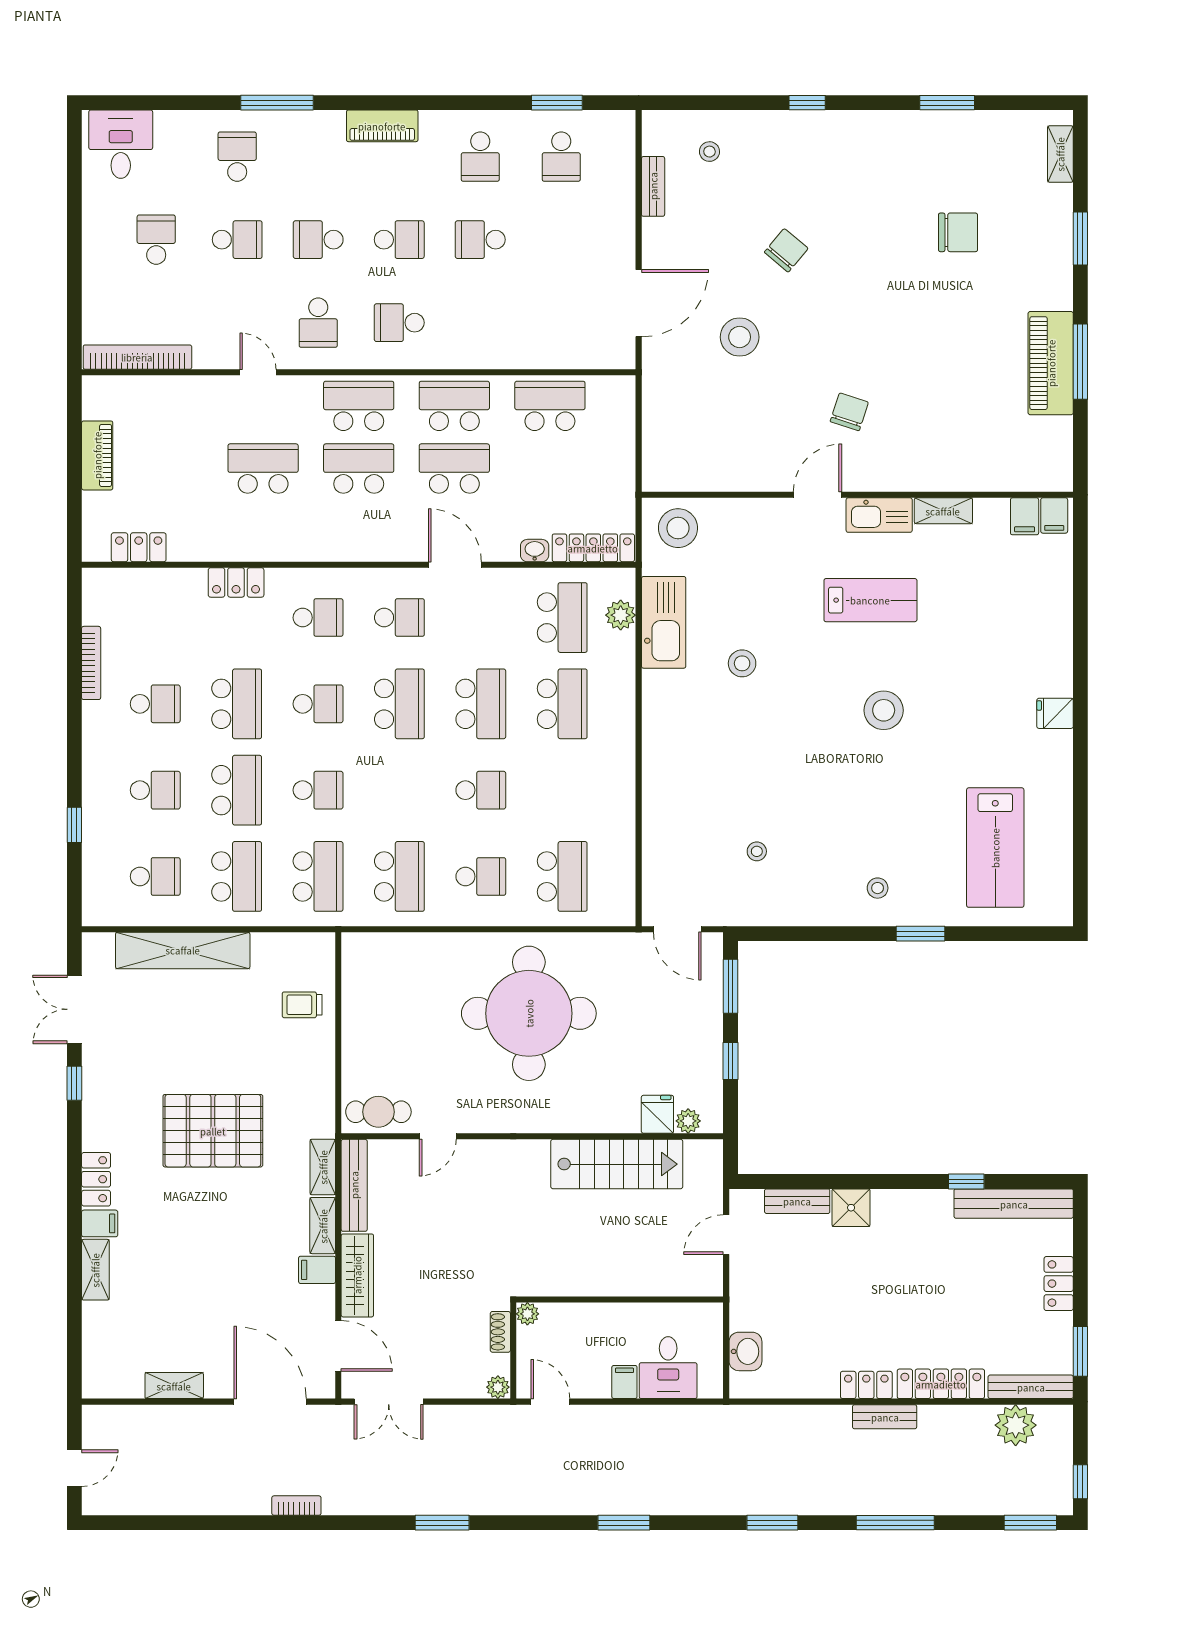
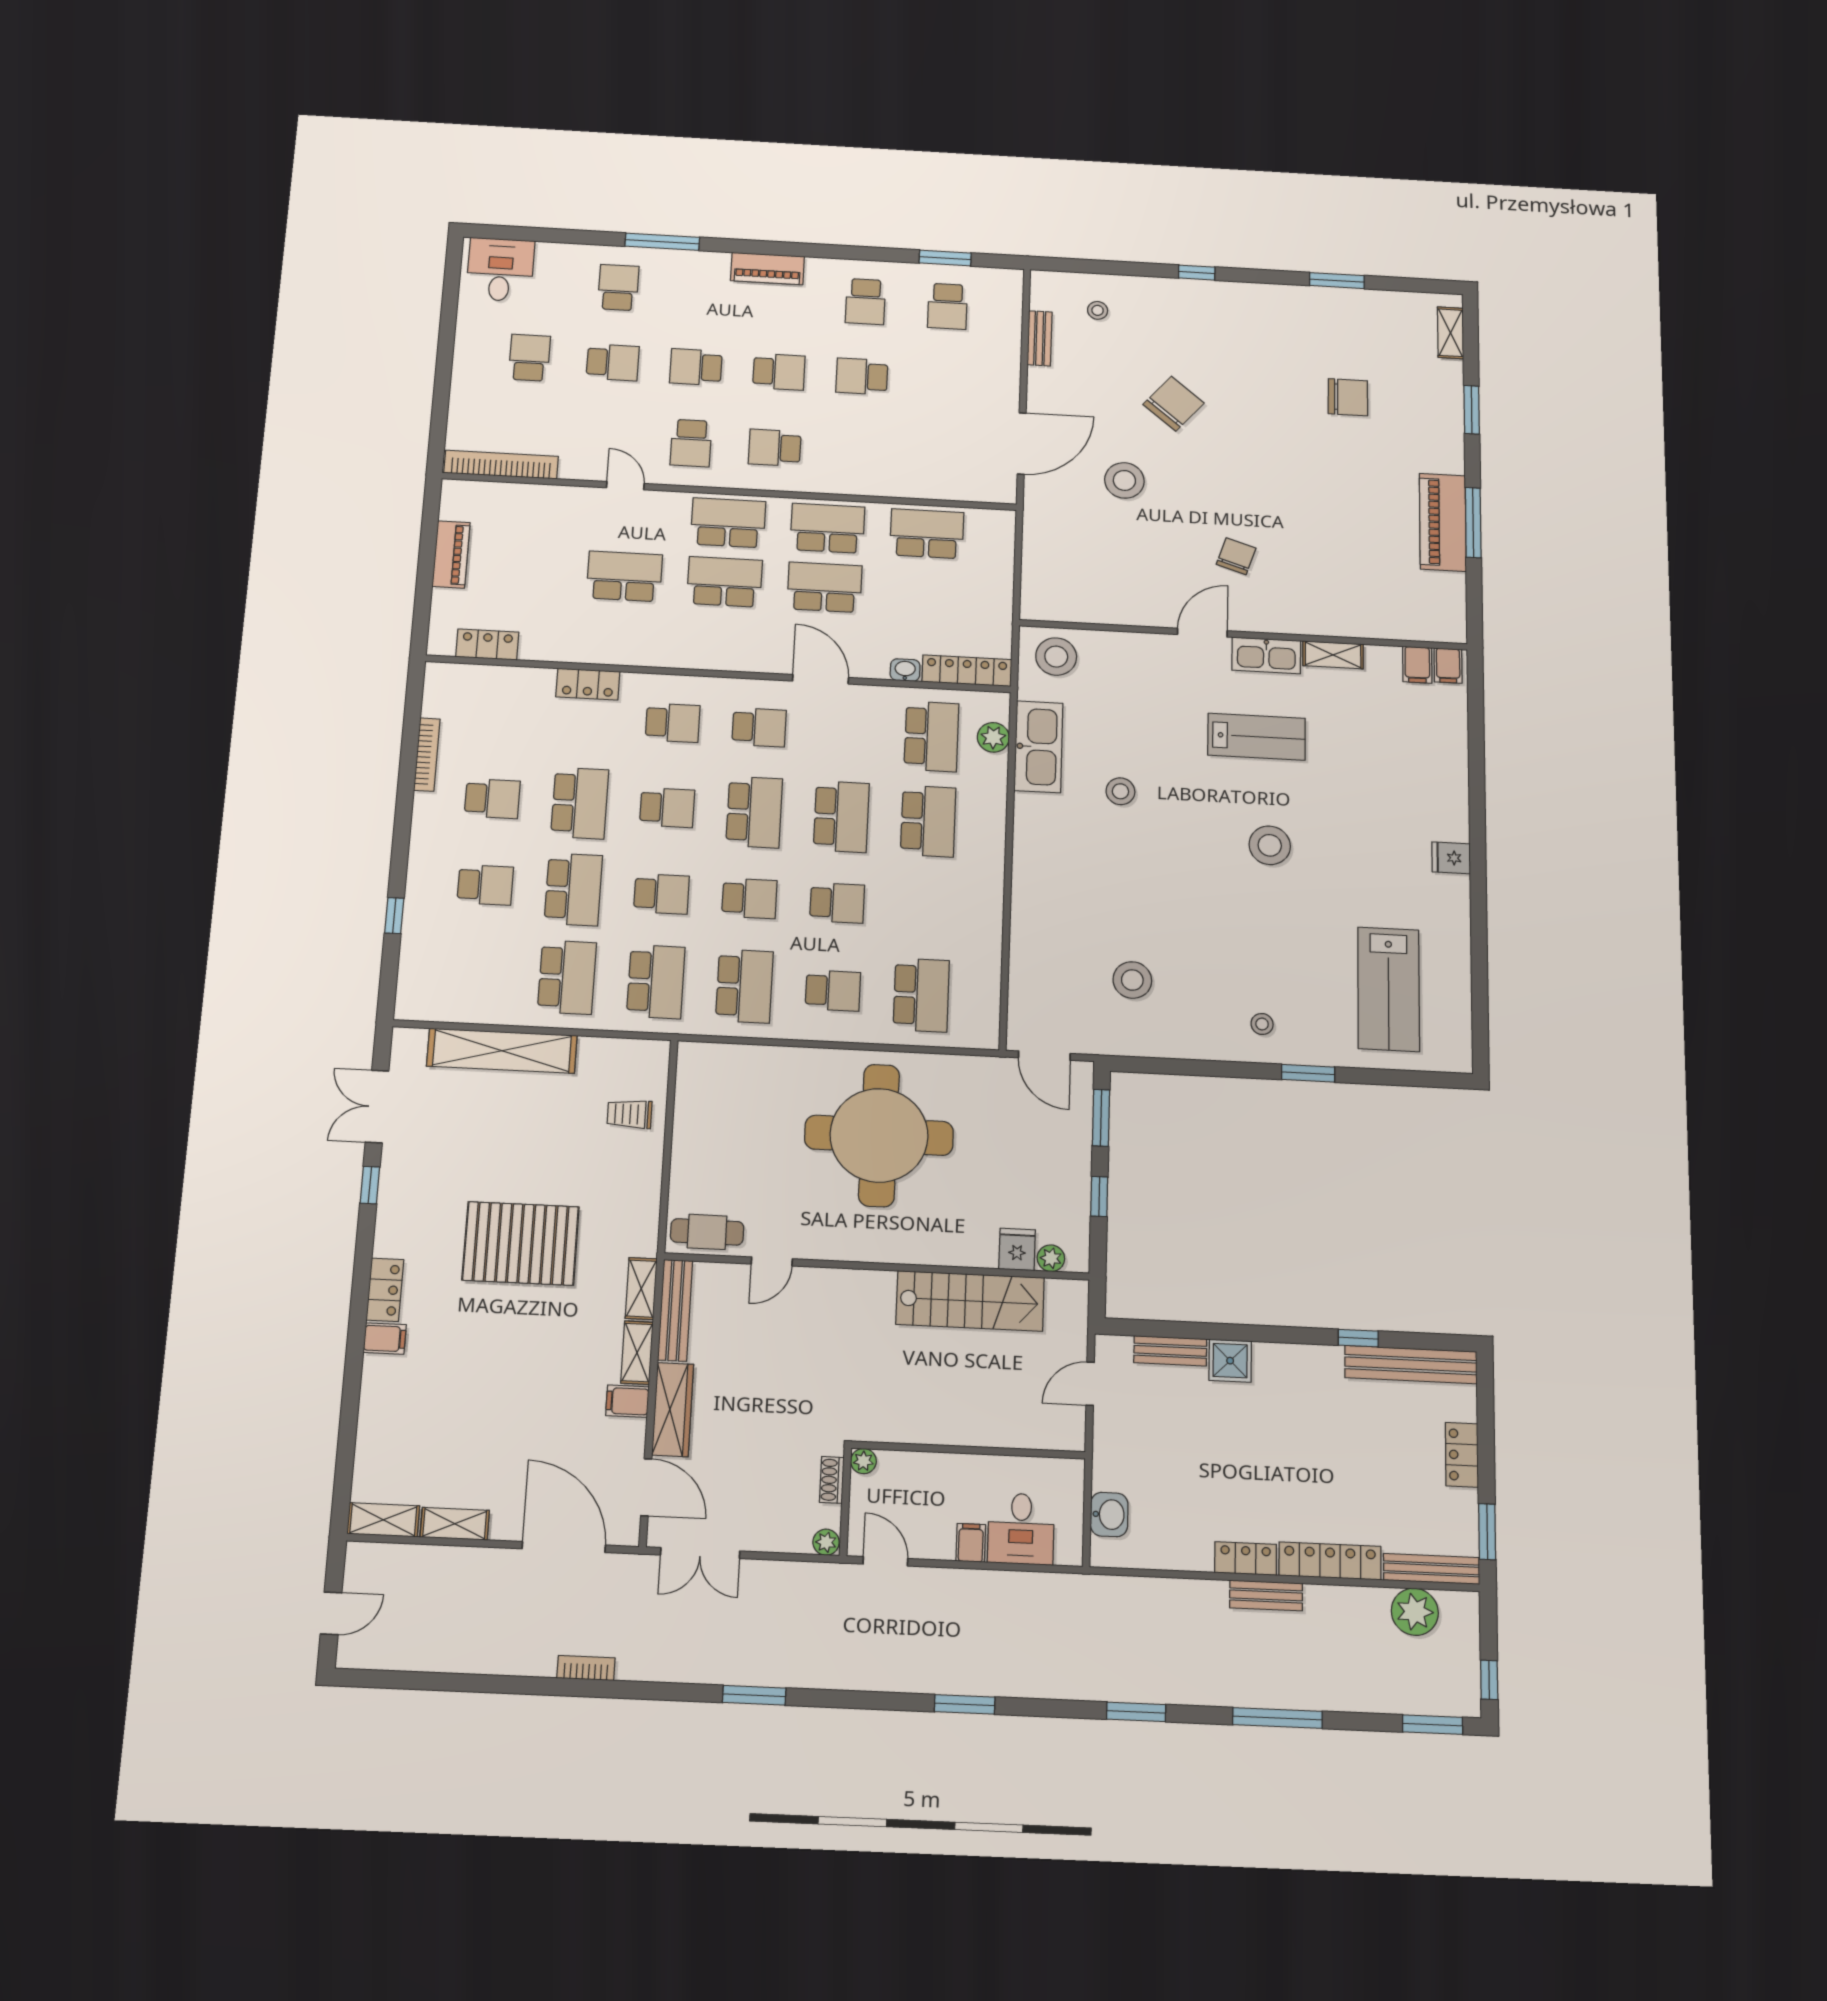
chair: (786, 250) -> (1174, 404), width x1.37, depth x1.37
stool: (757, 851) -> (1132, 980), width x1.89, depth x1.89
school desk: (155, 876) -> (749, 898), moved
shelving: (95, 1270) -> (383, 1520), moved, turned 90

